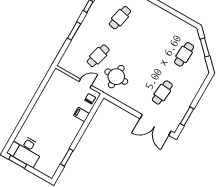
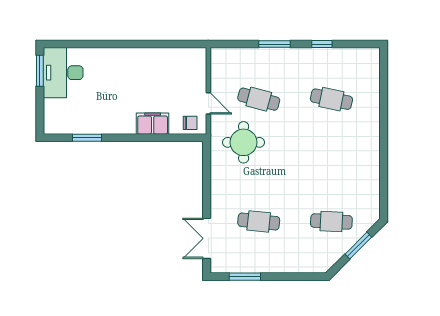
filing cabinet: (82, 114) -> (153, 124), width x2.00
double door: (155, 125) -> (207, 238), width x0.73

